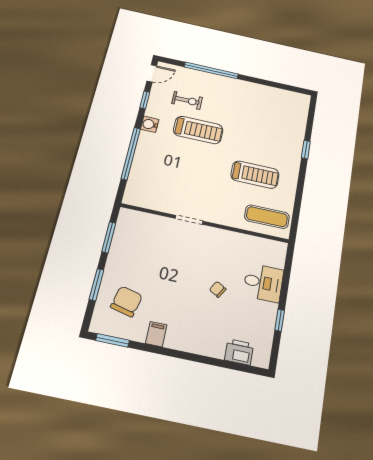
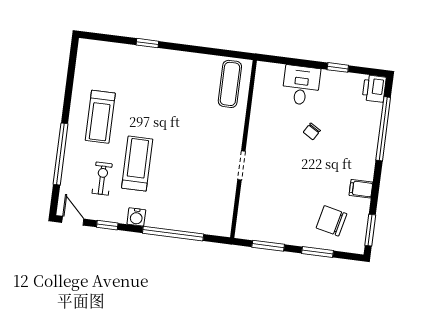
treadmill: (255, 175) -> (100, 117), moved, turned 180
printer: (239, 352) -> (374, 89), moved
window: (216, 362) -> (383, 129), added

